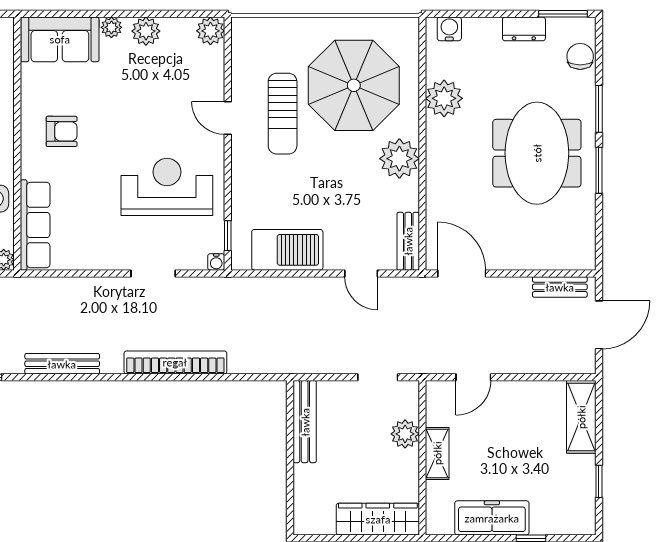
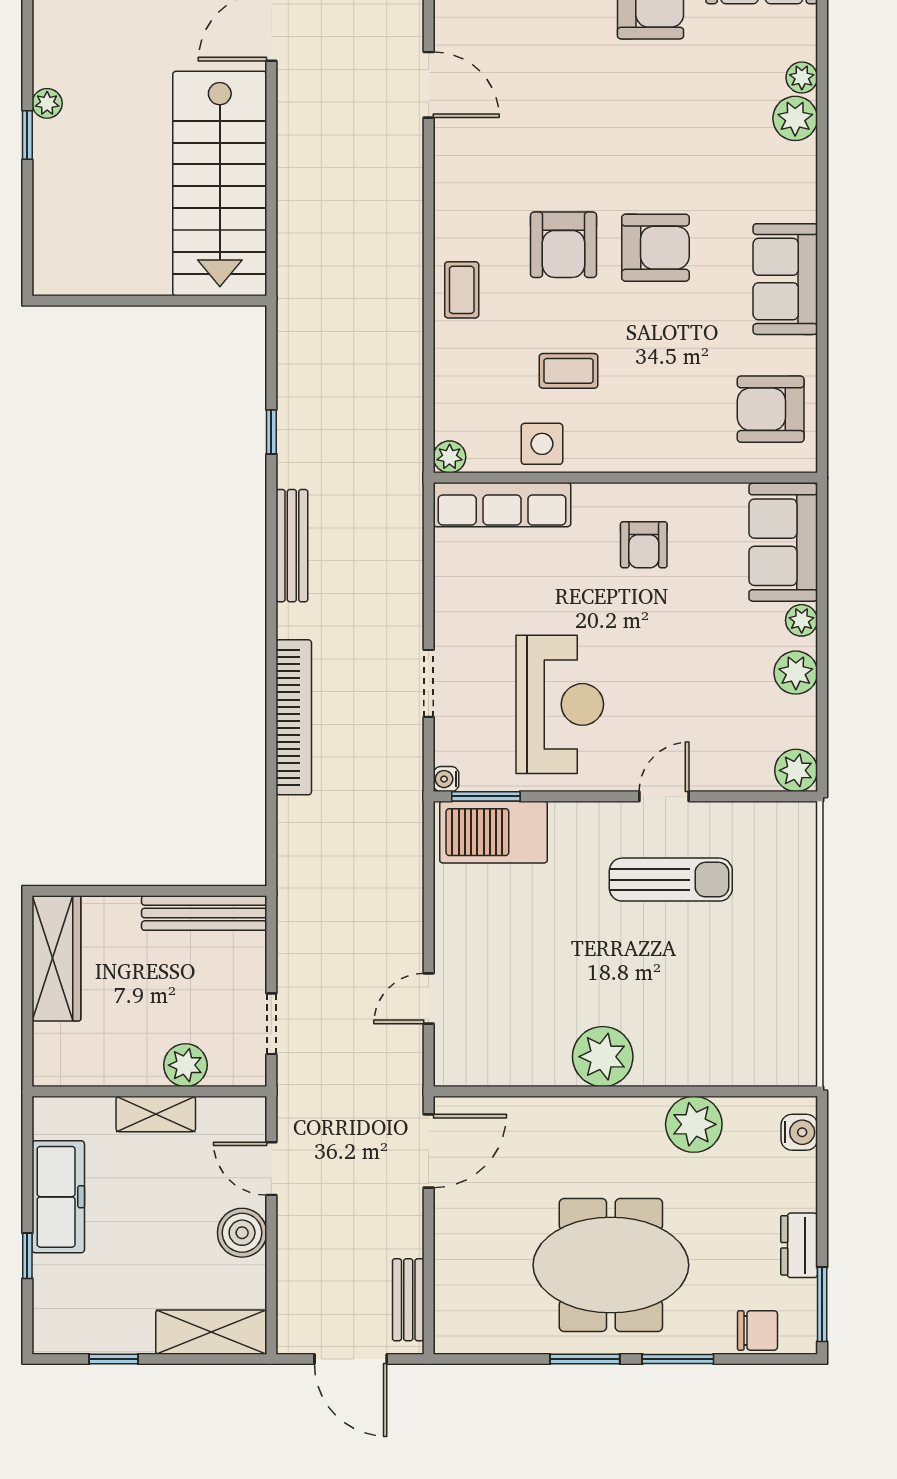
parasol: (354, 85) -> (714, 987), removed
sun lounger: (283, 114) -> (671, 880), turned 180
window: (228, 236) -> (486, 796), width x1.50
bench: (408, 241) -> (477, 1070), removed
barbecue: (287, 250) -> (493, 832), moved, turned 90
boiler: (516, 397) -> (242, 1233), added
wardrobe: (378, 519) -> (56, 958), moved

